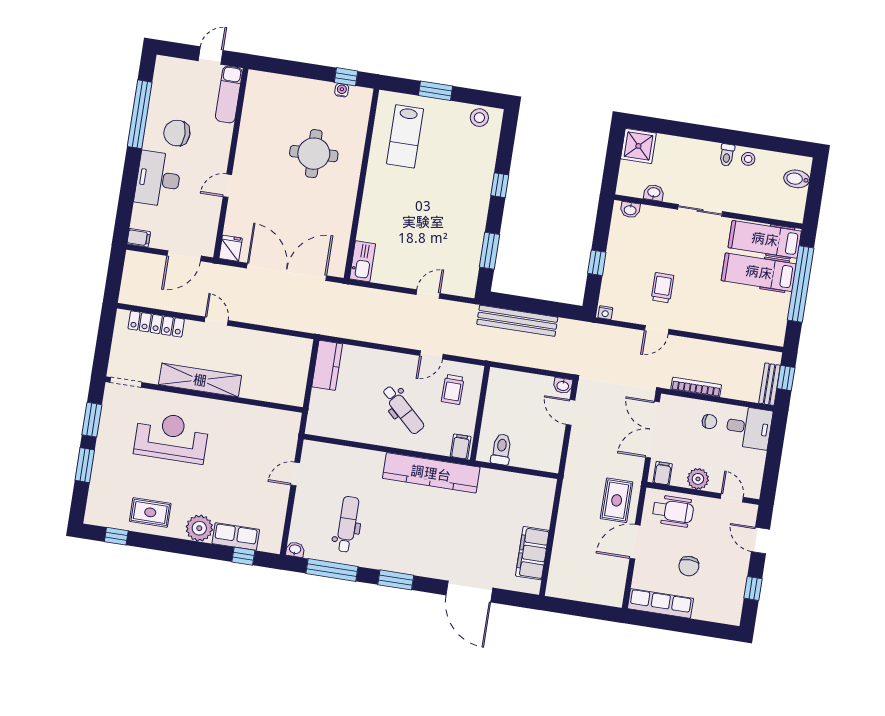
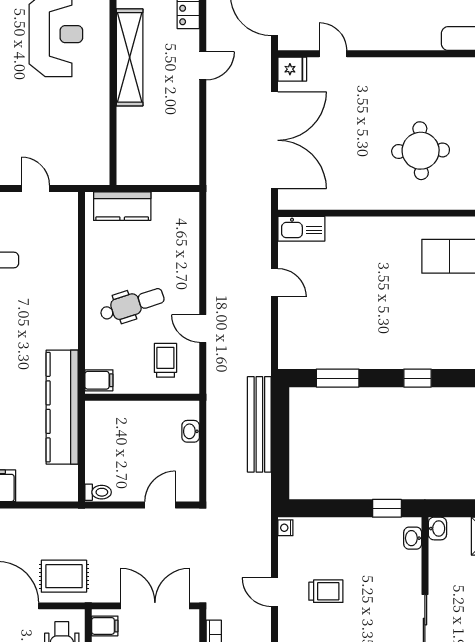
door: (227, 186) -> (333, 54), moved
washbasin: (654, 193) -> (437, 529), moved
window: (597, 263) -> (387, 508), moved
door: (428, 294) -> (275, 283), moved
kitchen counter: (327, 365) -> (122, 206), moved
washbasin: (563, 386) -> (191, 431), moved
trolley: (453, 389) -> (165, 360), turned 89
dental chair: (403, 410) -> (132, 305), turned -151
toilet: (501, 449) -> (98, 492), moved, width x0.73, depth x0.72
kitchen counter: (431, 473) -> (62, 407), moved

